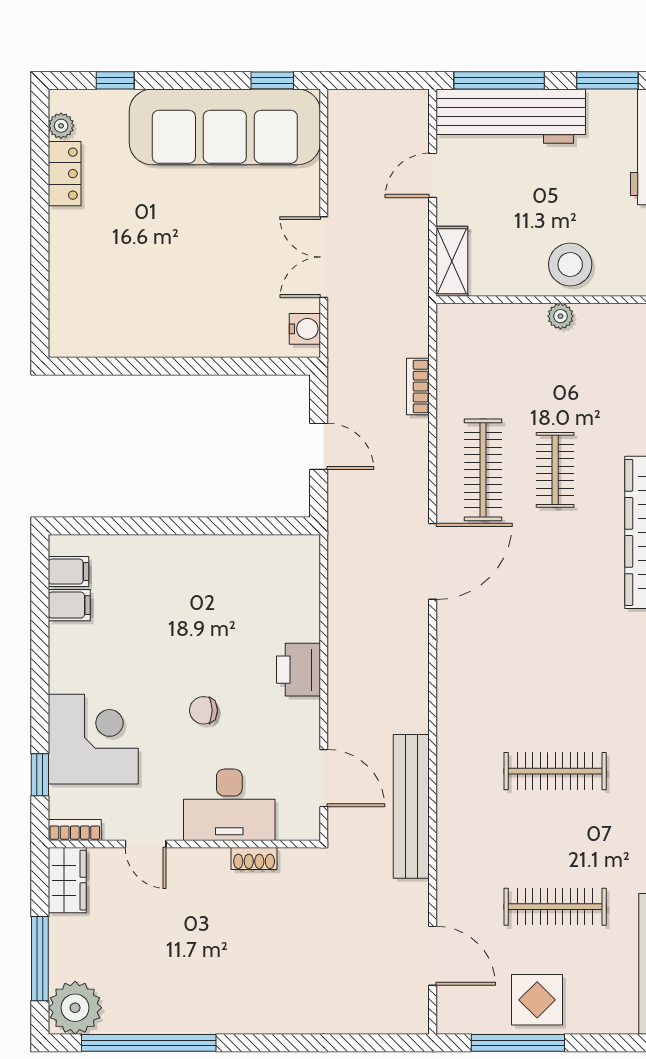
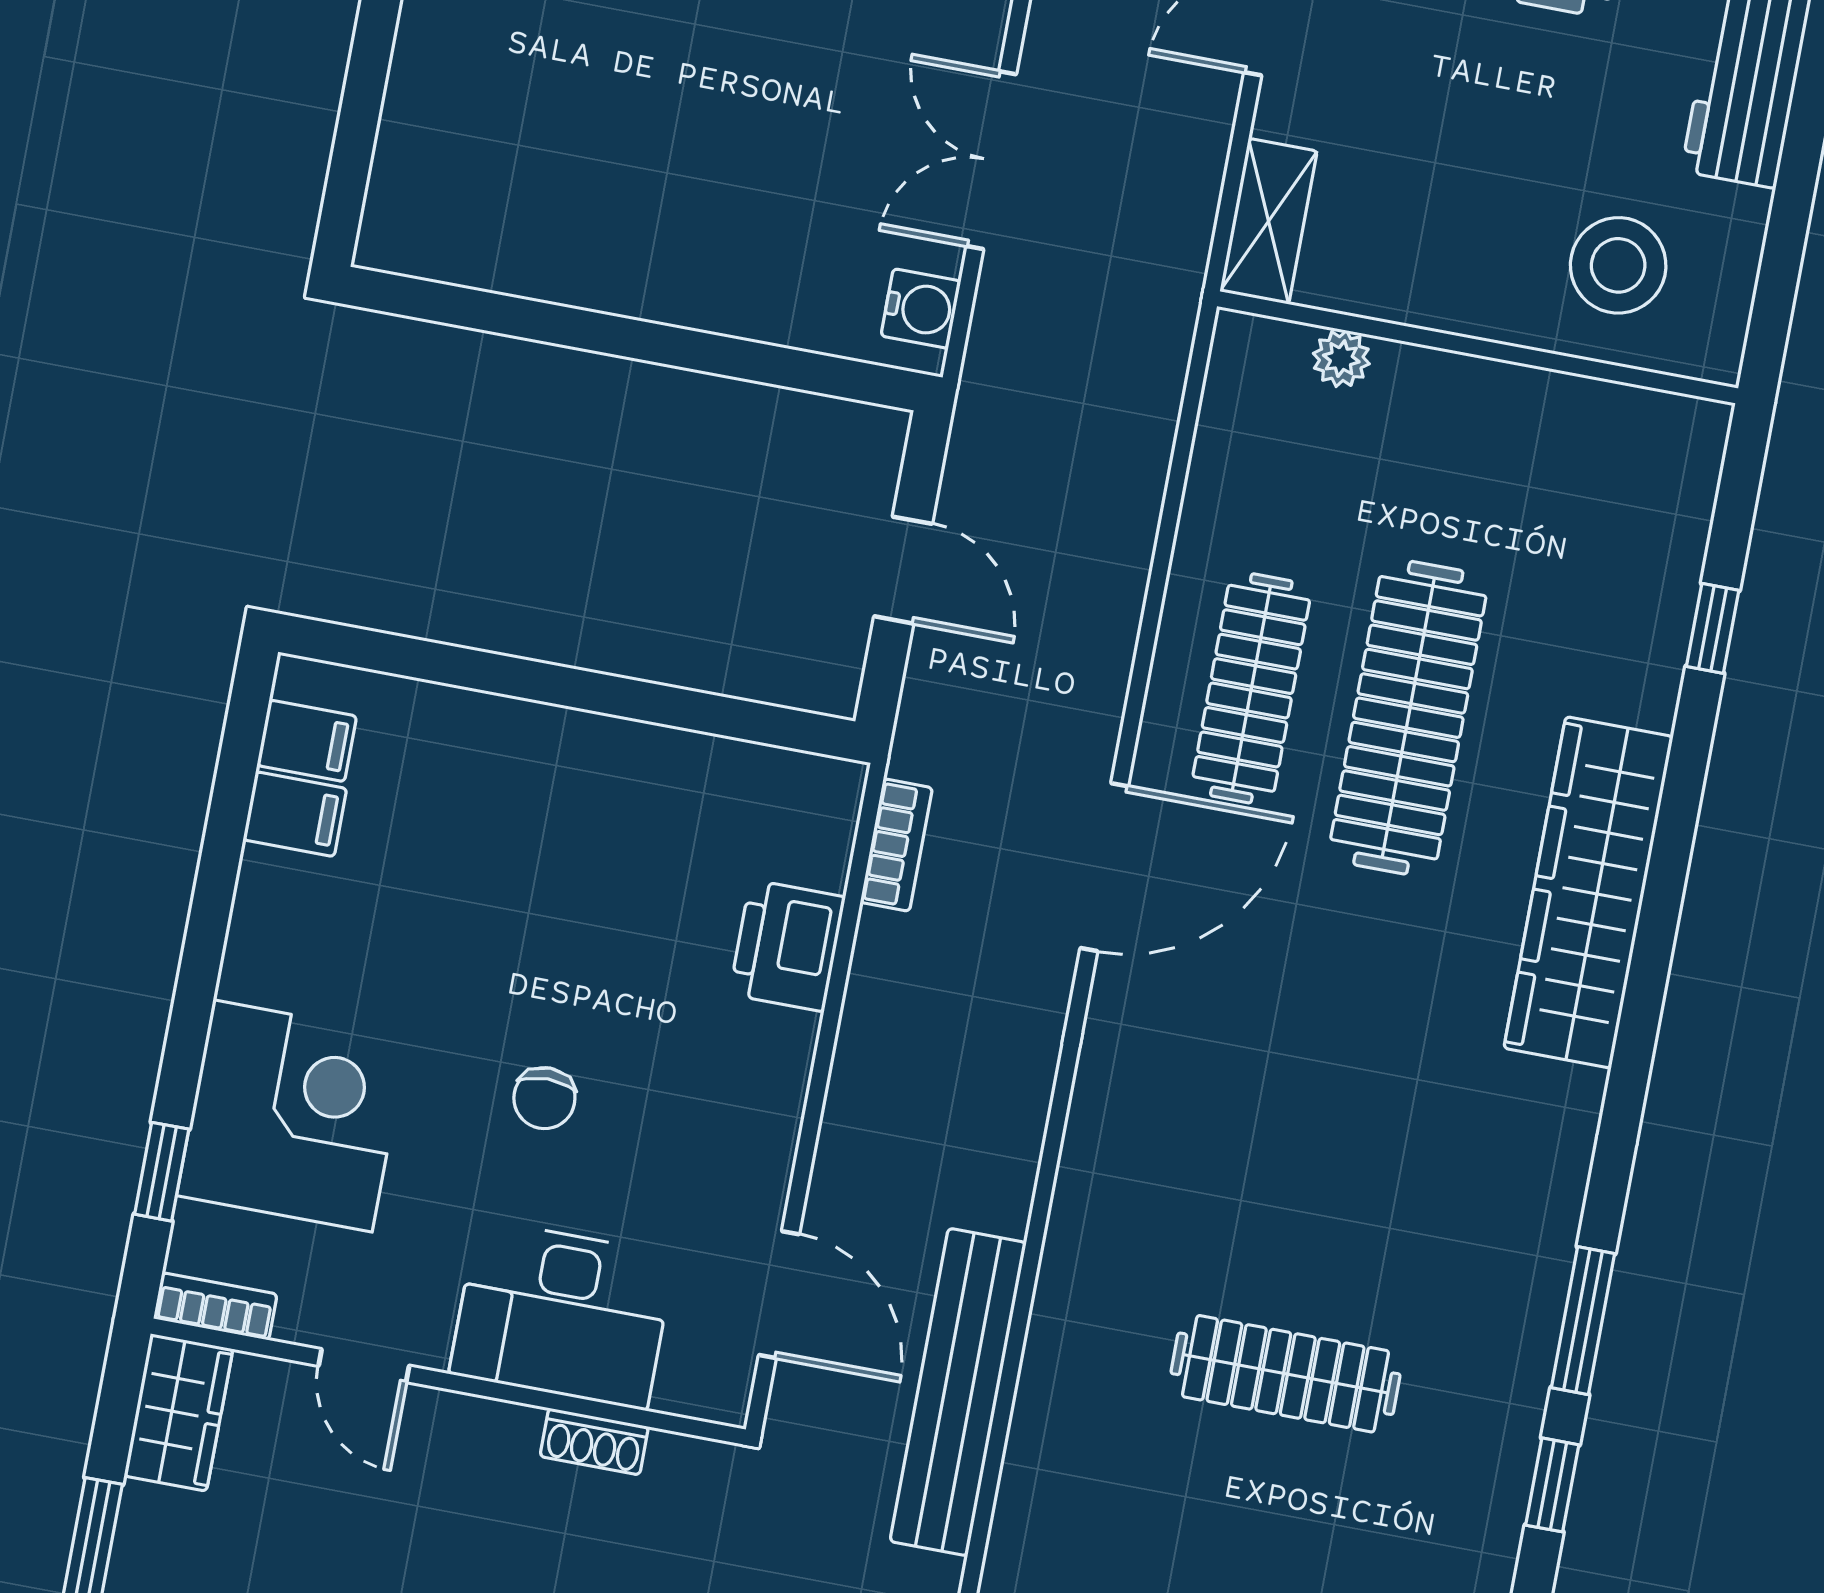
stool: (570, 265) -> (1618, 265), moved
plant: (561, 316) -> (1341, 359), moved
bookcase: (418, 387) -> (896, 845), moved, turned 180
clothes rail: (555, 470) -> (1408, 718), width x1.86, depth x1.31
printer: (299, 670) -> (787, 946), moved
chair: (204, 710) -> (544, 1098), turned -90

